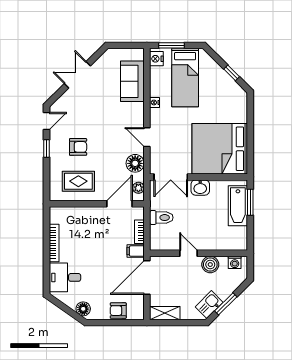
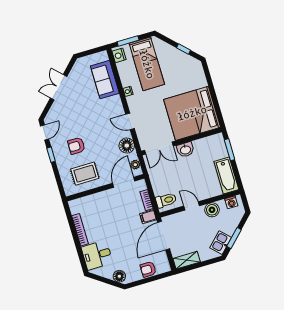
armchair: (78, 147) -> (76, 146), turned 180
bathtub: (238, 206) -> (226, 175), moved
toilet: (161, 218) -> (166, 200), moved

